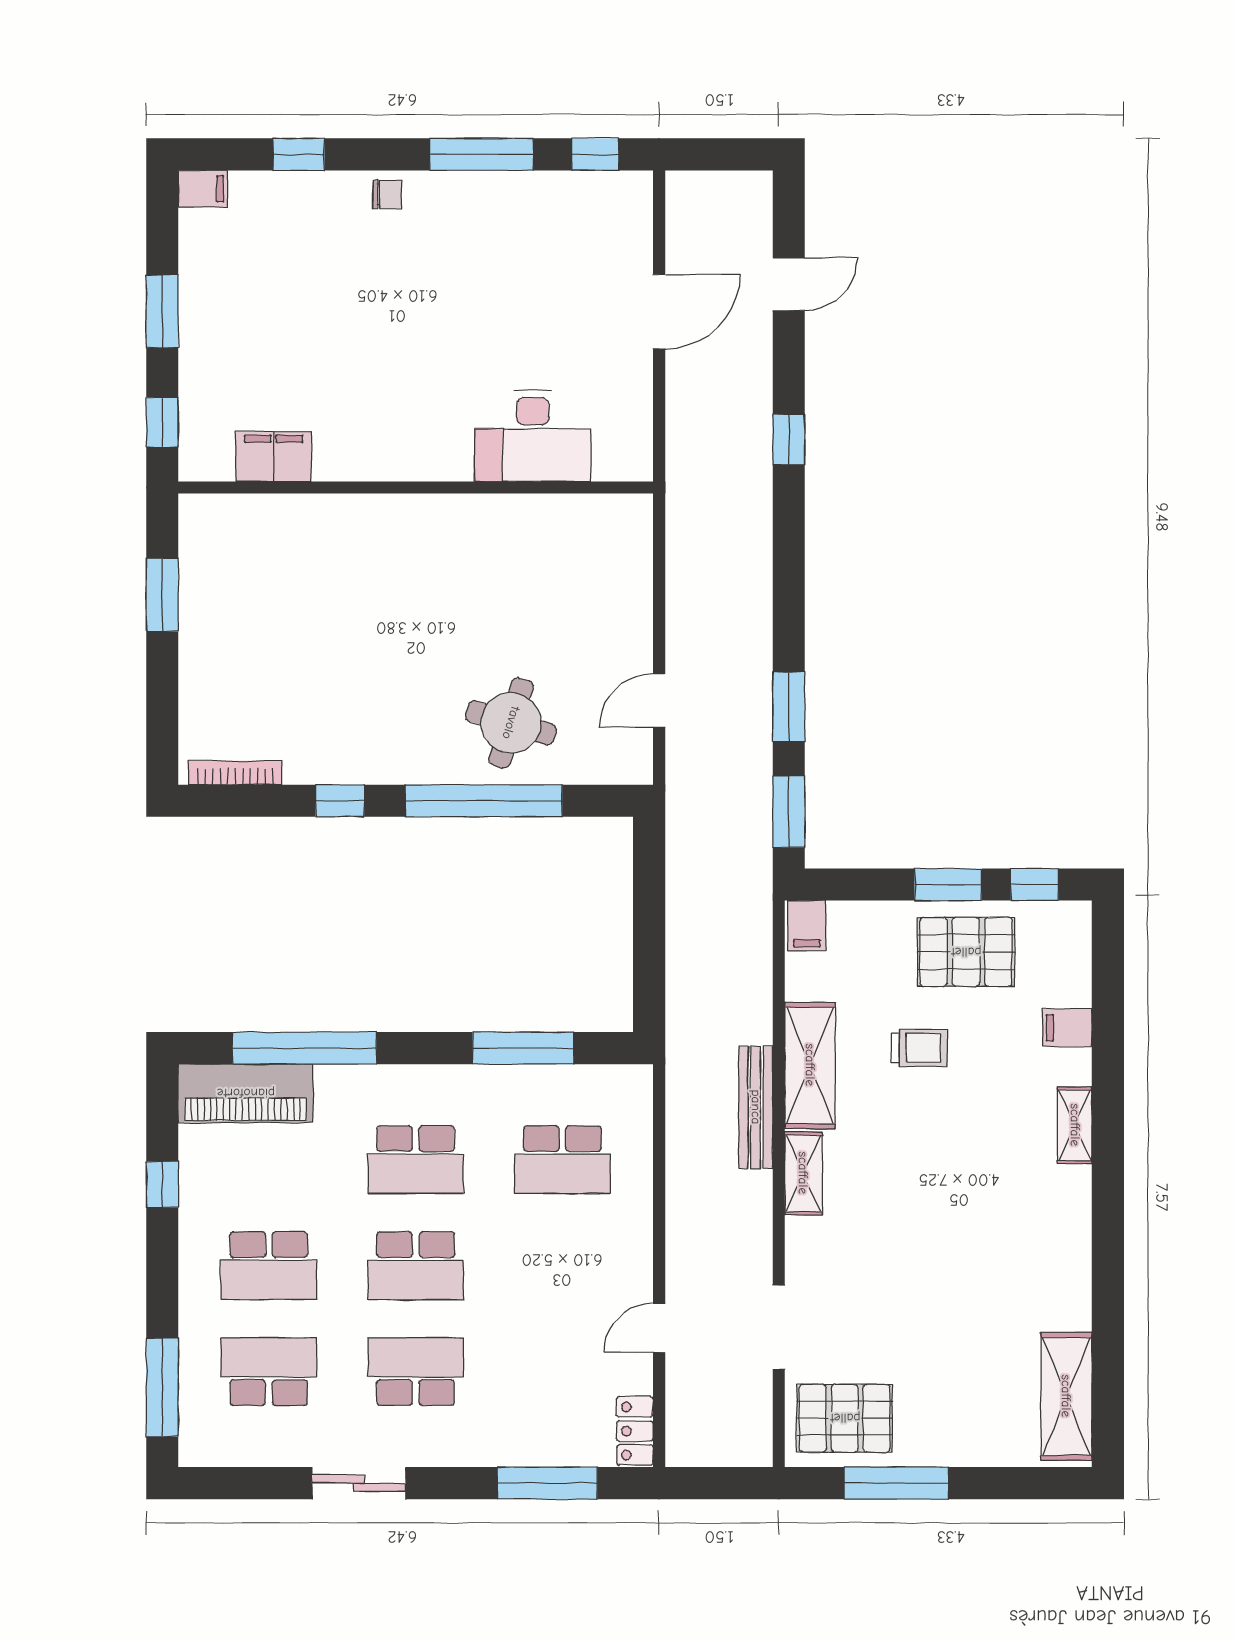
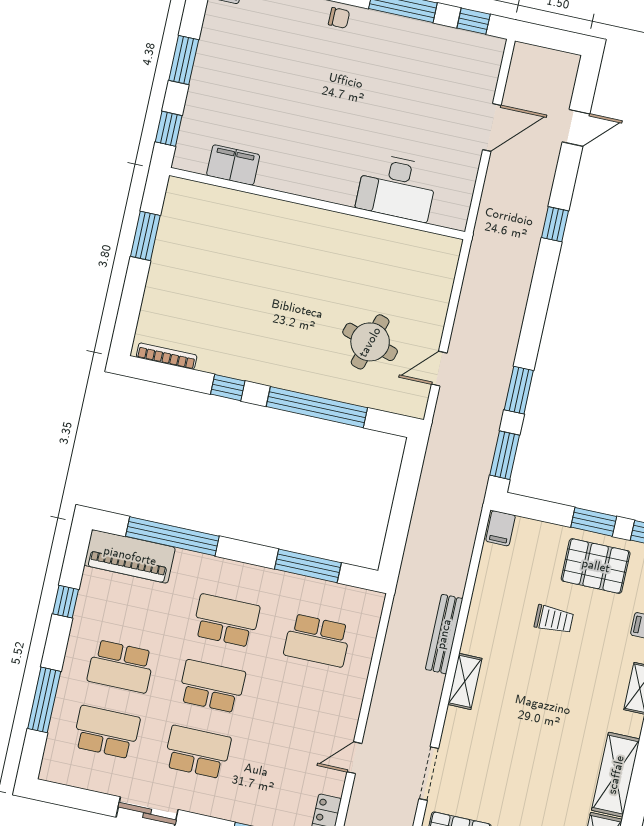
round table: (511, 723) -> (370, 342), moved
shelving: (810, 1065) -> (616, 775), moved
school desk: (416, 1160) -> (226, 620), turned 180
school desk: (416, 1266) -> (212, 686), turned 180
window: (162, 1387) -> (44, 700), moved

